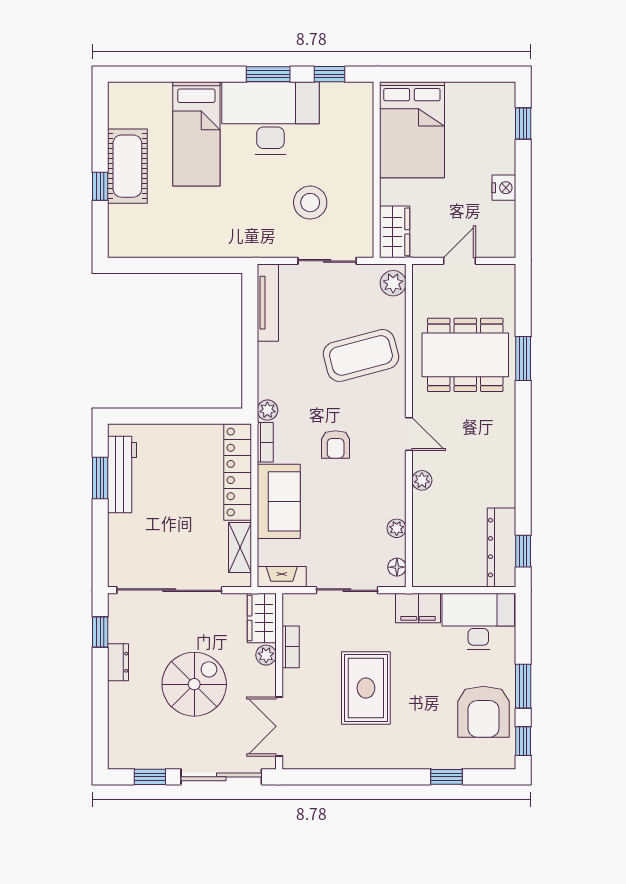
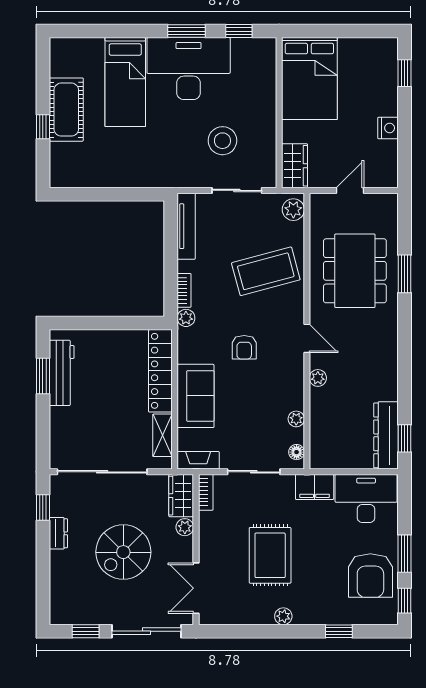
dining table: (465, 355) -> (355, 271), turned 90
bookcase: (265, 442) -> (184, 290), moved
bookcase: (291, 647) -> (206, 492), moved
spiral stairs: (194, 684) -> (123, 552), turned 180
plant: (381, 759) -> (283, 616), added

